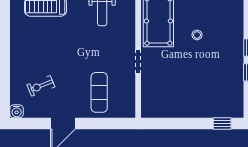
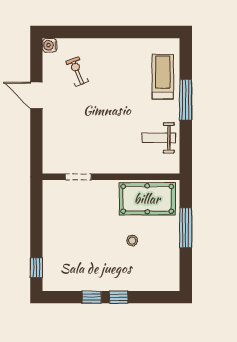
doorway: (138, 62) -> (78, 177), moved
exercise mat: (99, 92) -> (70, 135), removed

